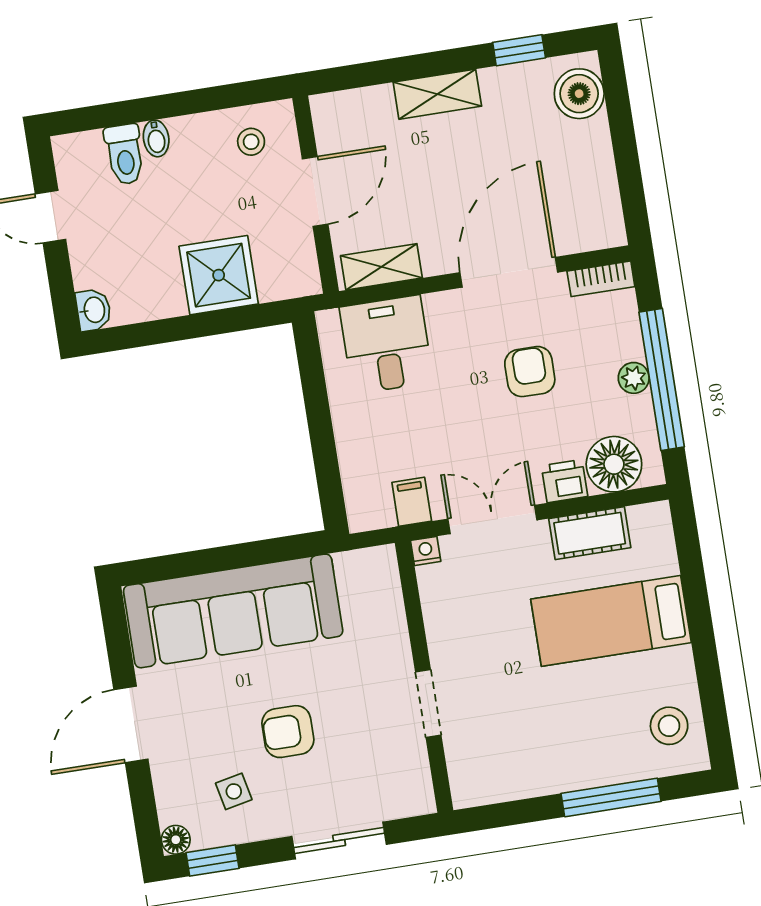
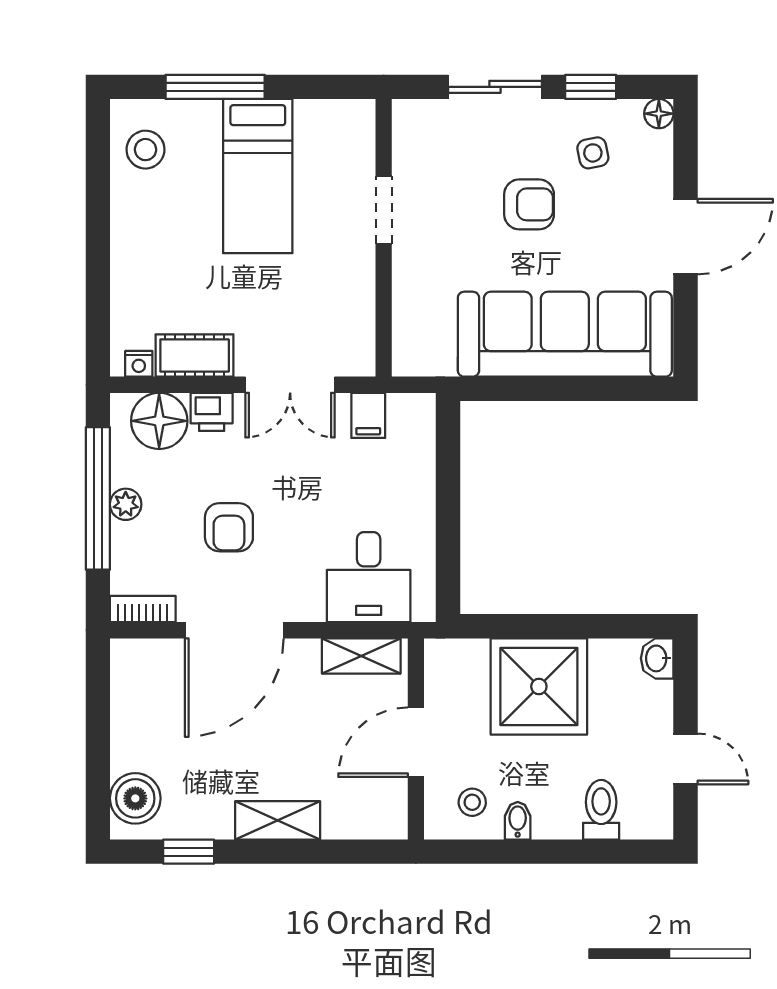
bidet: (156, 138) -> (518, 821), moved
shower: (219, 275) -> (539, 686), width x1.37, depth x1.37
nightstand: (426, 551) -> (139, 364), moved
bed: (611, 621) -> (258, 176), moved, turned 90
window: (213, 861) -> (591, 87), moved

